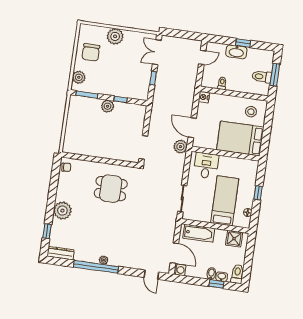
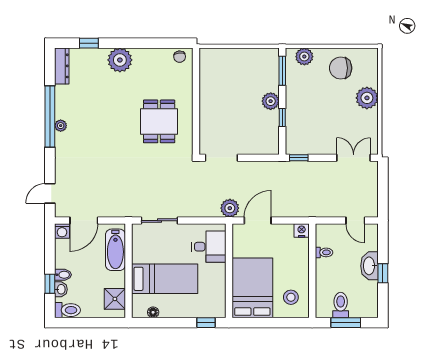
window: (153, 78) -> (299, 158), moved
window: (258, 193) -> (206, 323), moved

